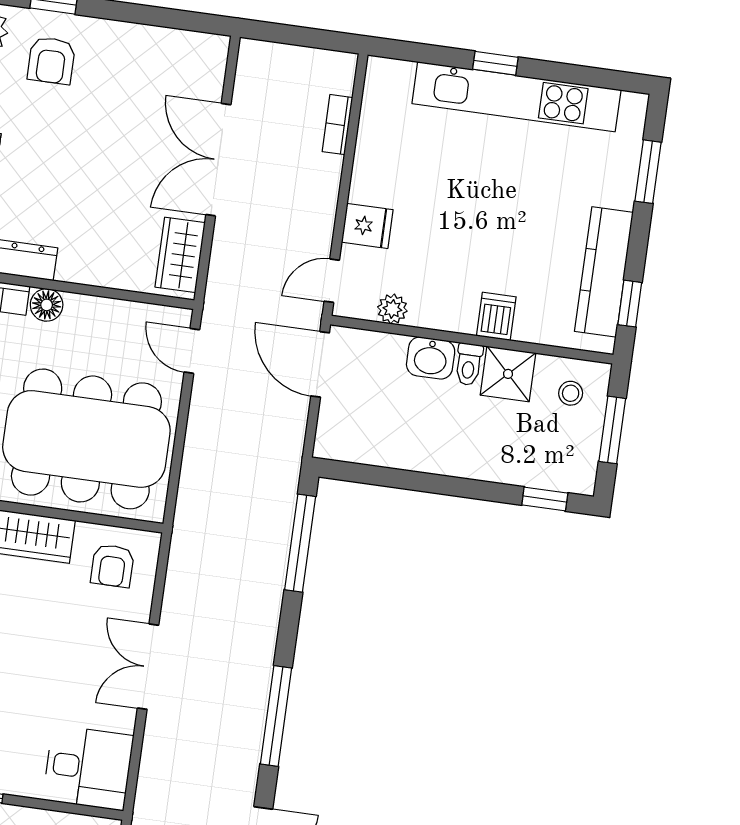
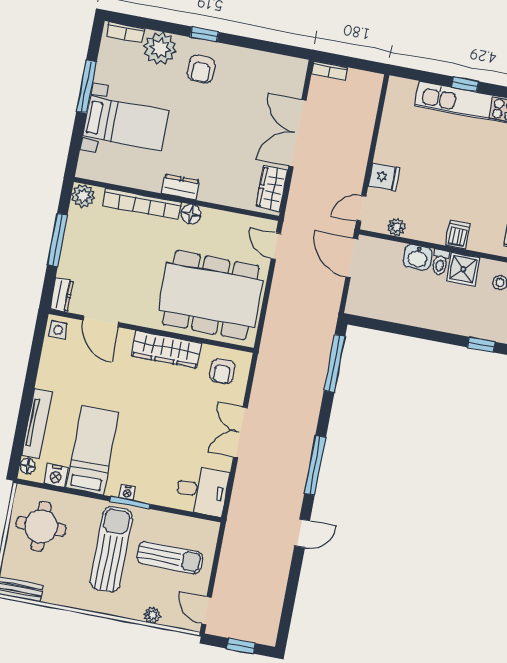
bookcase: (337, 125) -> (329, 71), moved, turned -90

